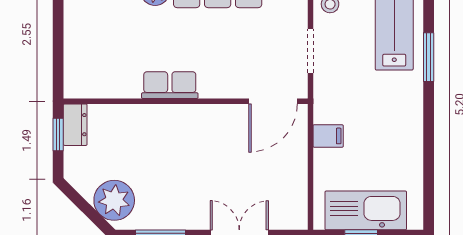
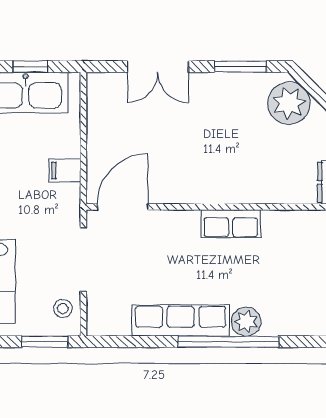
doorway: (310, 51) -> (83, 259), width x1.38

